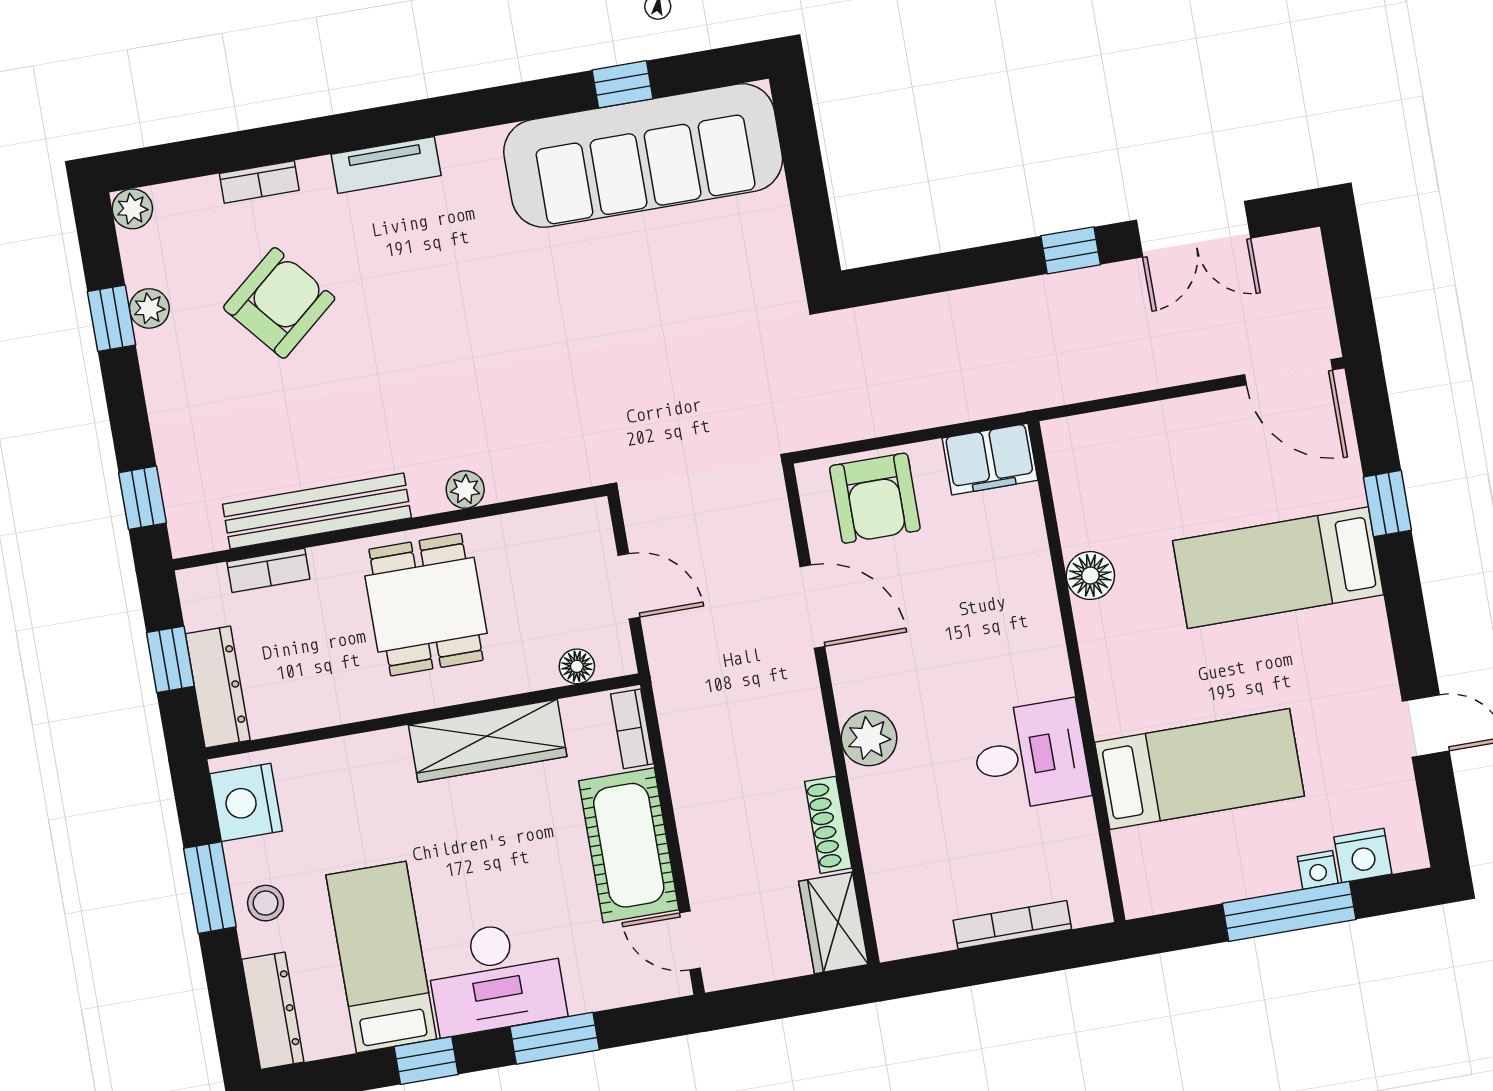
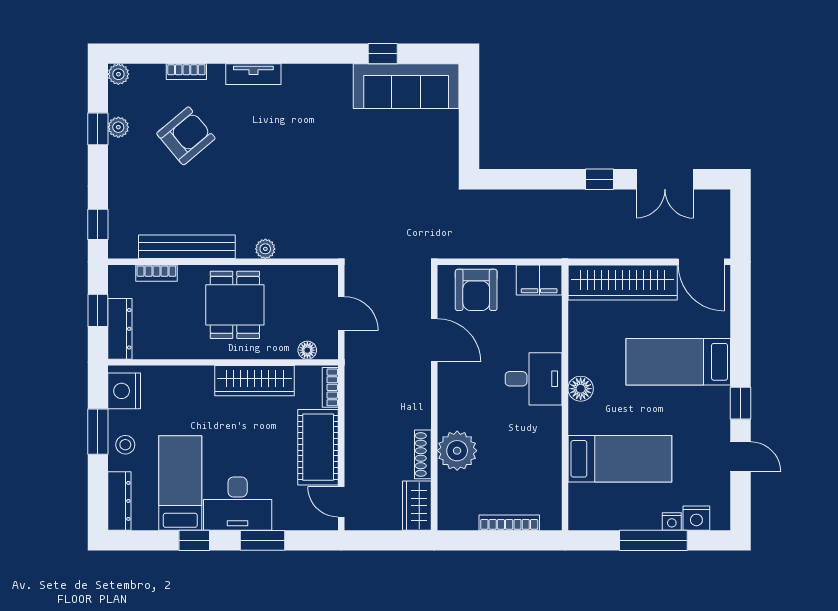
sofa: (643, 155) -> (406, 86), width x0.74, depth x0.79
wardrobe: (1148, 437) -> (623, 282), added
window: (1387, 504) -> (740, 403), moved
floor lamp: (1090, 576) -> (581, 389), moved
plant: (869, 738) -> (457, 451), moved, width x1.36, depth x1.36
desk: (1030, 755) -> (534, 379), moved

